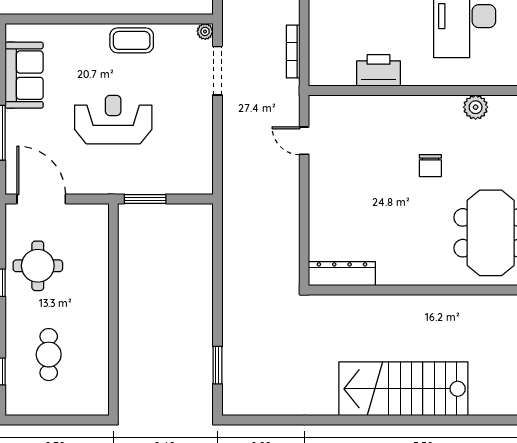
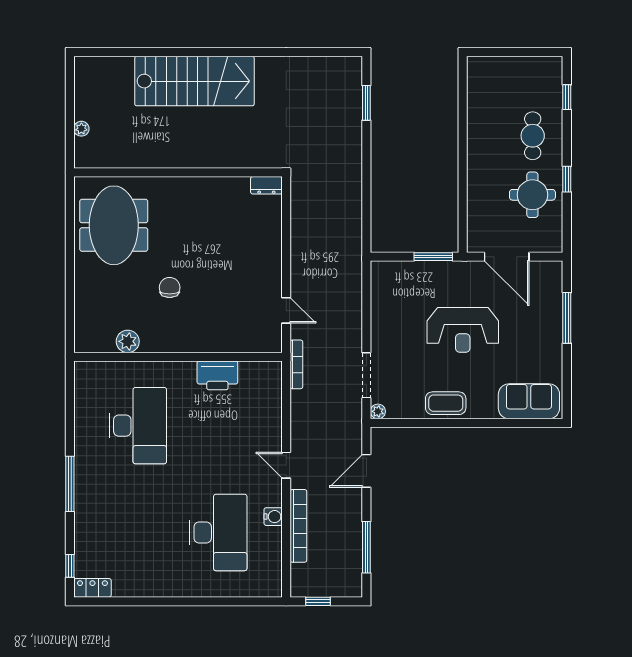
bookcase: (293, 52) -> (296, 364), moved
sofa: (24, 75) -> (529, 401), moved, turned 90
door: (41, 199) -> (507, 257), moved
dresser: (342, 274) -> (266, 185), width x0.51, depth x0.80
cafe table: (49, 355) -> (533, 136), moved

